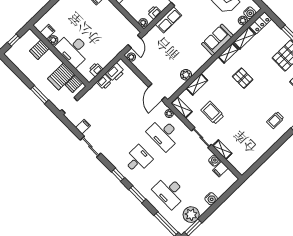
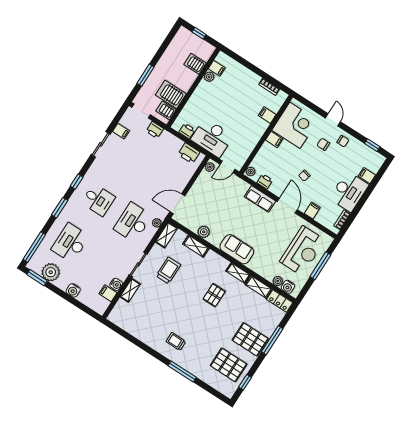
sofa: (217, 40) -> (237, 249), moved
desk: (73, 49) -> (212, 138), moved, turned -90
printer: (104, 82) -> (155, 130), moved

